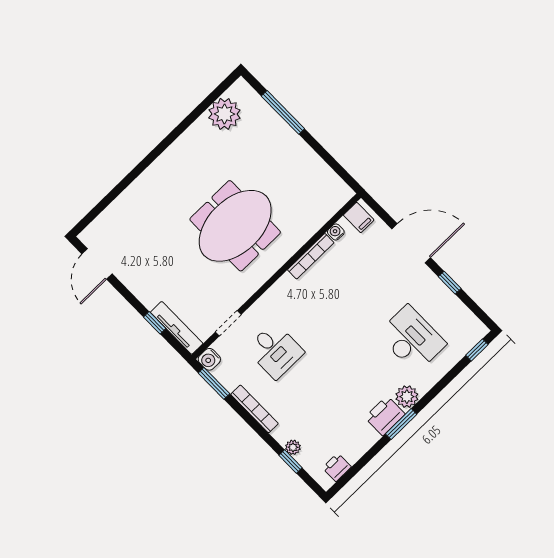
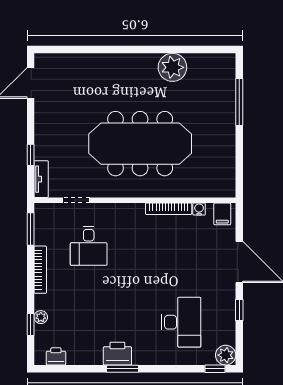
plant: (224, 114) -> (172, 67), moved
meeting table: (235, 226) -> (140, 144), width x1.36
tv unit: (177, 328) -> (41, 179), width x0.71
water cooler: (209, 359) -> (42, 211), removed
plant: (407, 397) -> (226, 355), moved

